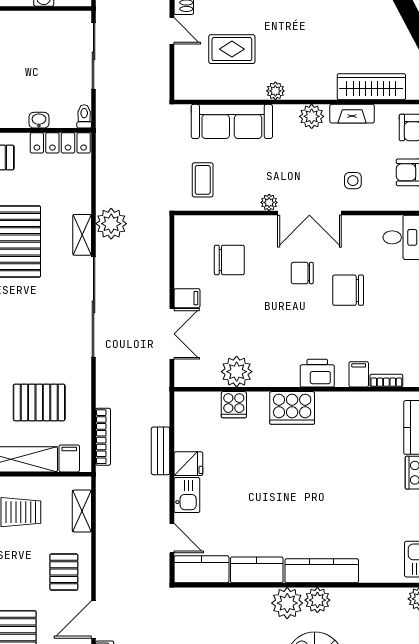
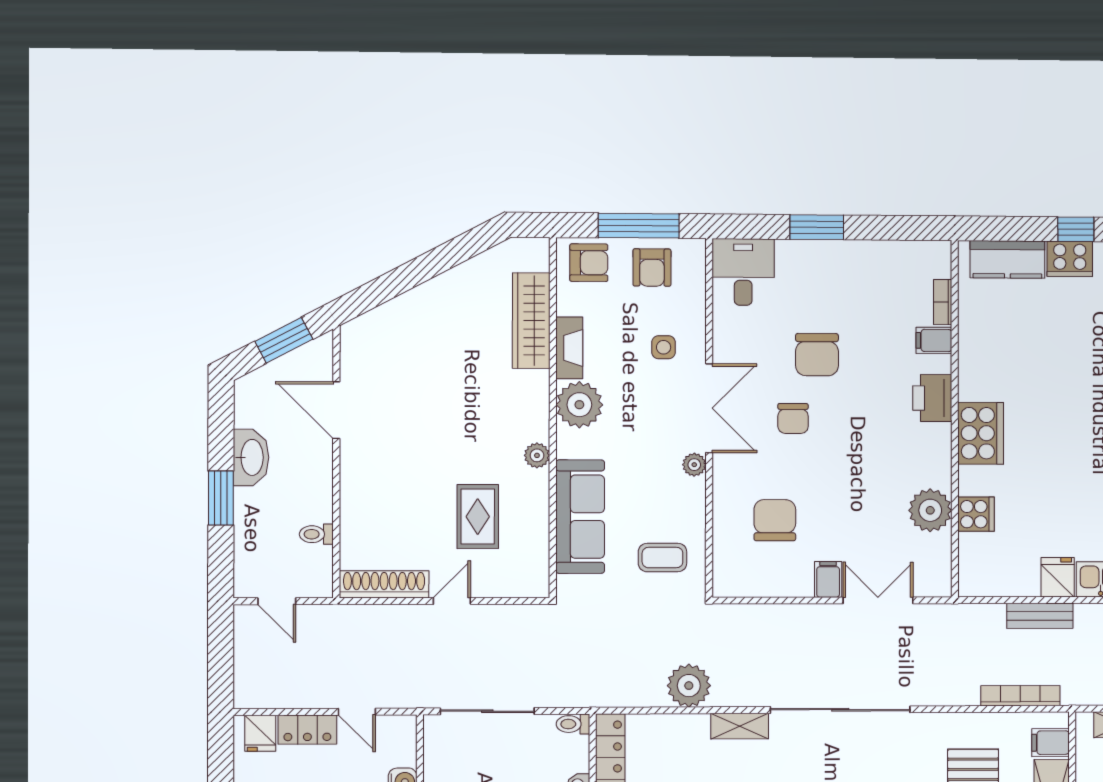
plant: (312, 116) -> (579, 405), width x1.36, depth x1.36
plant: (111, 224) -> (689, 686), moved

